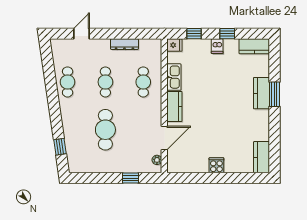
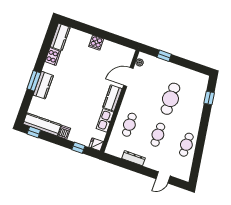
window: (227, 34) -> (34, 132), moved
kitchen counter: (254, 46) -> (42, 124), width x1.50
cooker: (262, 131) -> (53, 56), added

